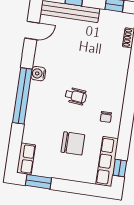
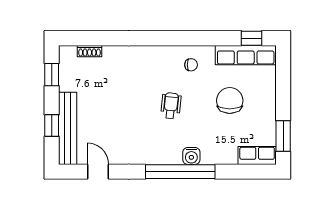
water cooler: (38, 74) -> (191, 156), moved

